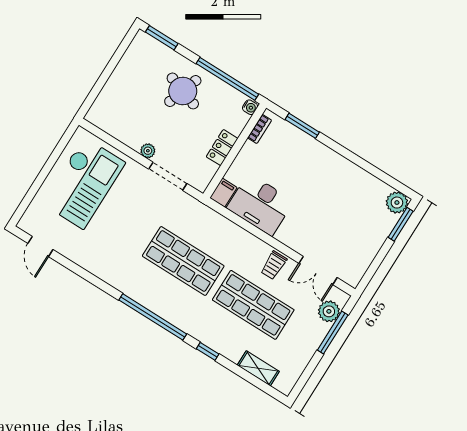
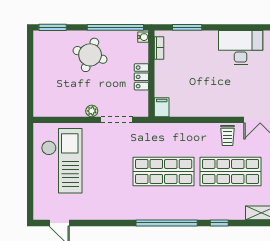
desk: (260, 205) -> (241, 48), moved, turned 180

